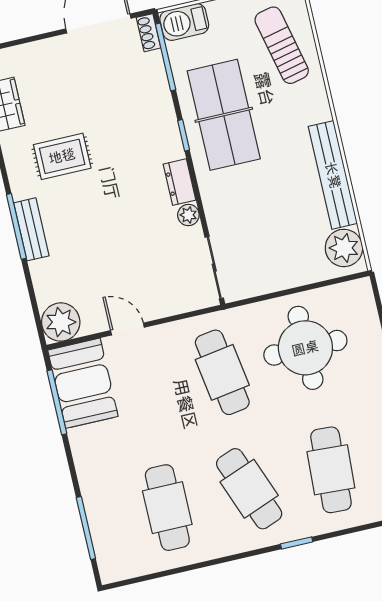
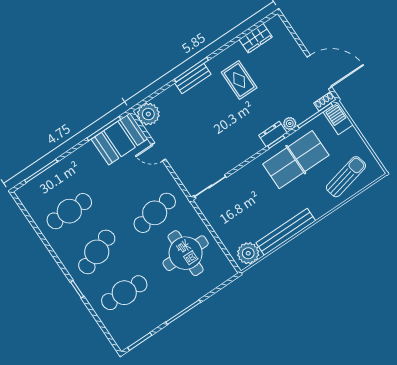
dresser: (180, 182) -> (273, 134), moved
plant: (188, 215) -> (290, 123), moved
door: (127, 329) -> (159, 152), swing flipped

